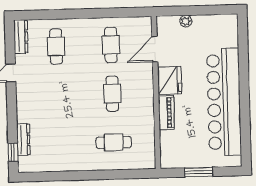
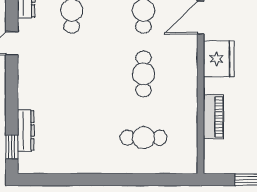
piano: (166, 113) -> (213, 117), moved

